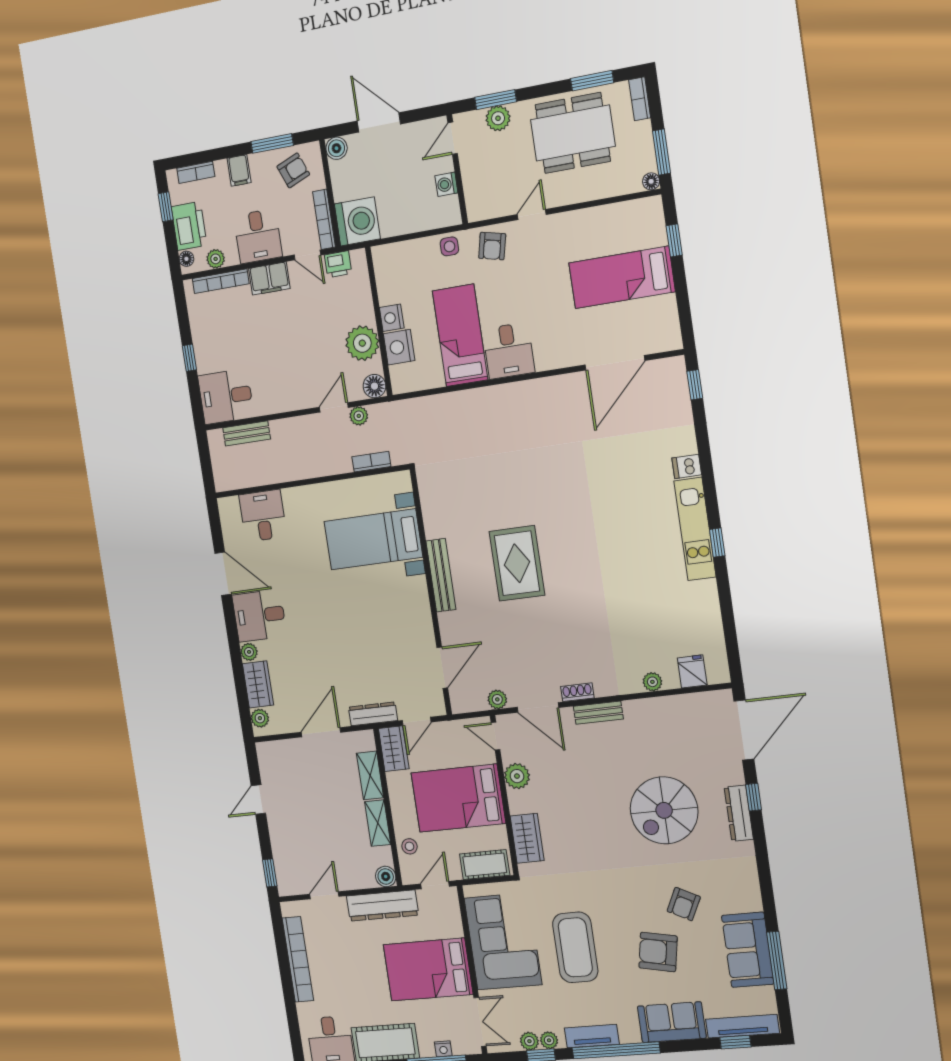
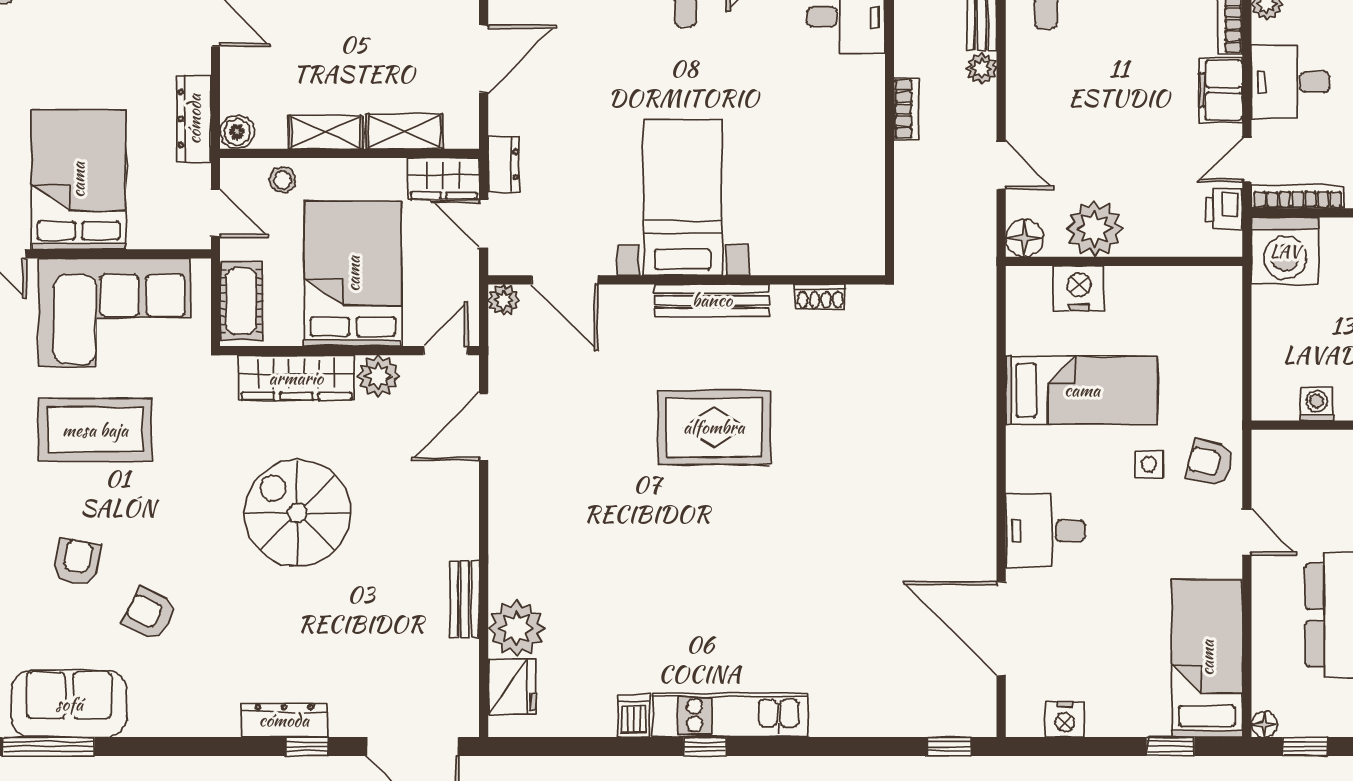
window: (662, 152) -> (1305, 746), width x0.67
side table: (449, 246) -> (1149, 464), moved
bed: (622, 277) -> (1207, 658), moved
nightstand: (392, 318) -> (1065, 719), moved, turned 180
desk: (509, 351) -> (1046, 531), moved
plant: (359, 416) -> (982, 68), moved
bookcase: (371, 462) -> (906, 109), moved
dishwasher: (687, 466) -> (634, 716), moved
bed with nightstands: (373, 539) -> (683, 198), moved
fridge: (692, 671) -> (512, 687), width x1.38
plant: (652, 682) -> (516, 628), width x1.88, depth x1.88
shoe rack: (577, 692) -> (820, 297), moved, turned 90
plant: (497, 699) -> (504, 300), moved
bench: (598, 713) -> (465, 599), moved
dresser: (373, 714) -> (504, 164), width x0.70
door: (321, 732) -> (484, 59), hinge flipped
spiral stairs: (664, 810) -> (298, 513), moved
wardrobe: (527, 838) -> (296, 378), width x1.50
dresser: (382, 906) -> (194, 119), width x0.73, depth x0.80
armchair: (658, 952) -> (77, 562), width x0.72, depth x0.72

